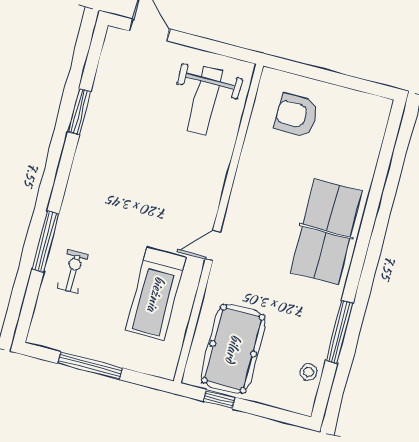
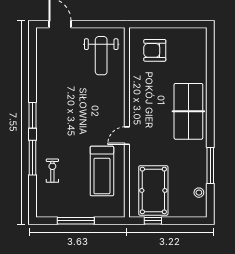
window: (79, 111) -> (33, 115), moved

